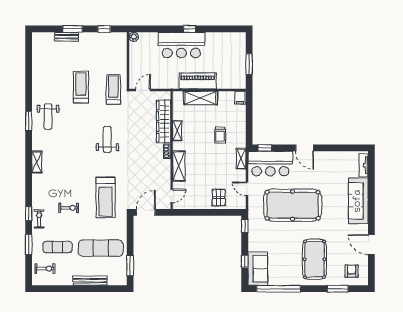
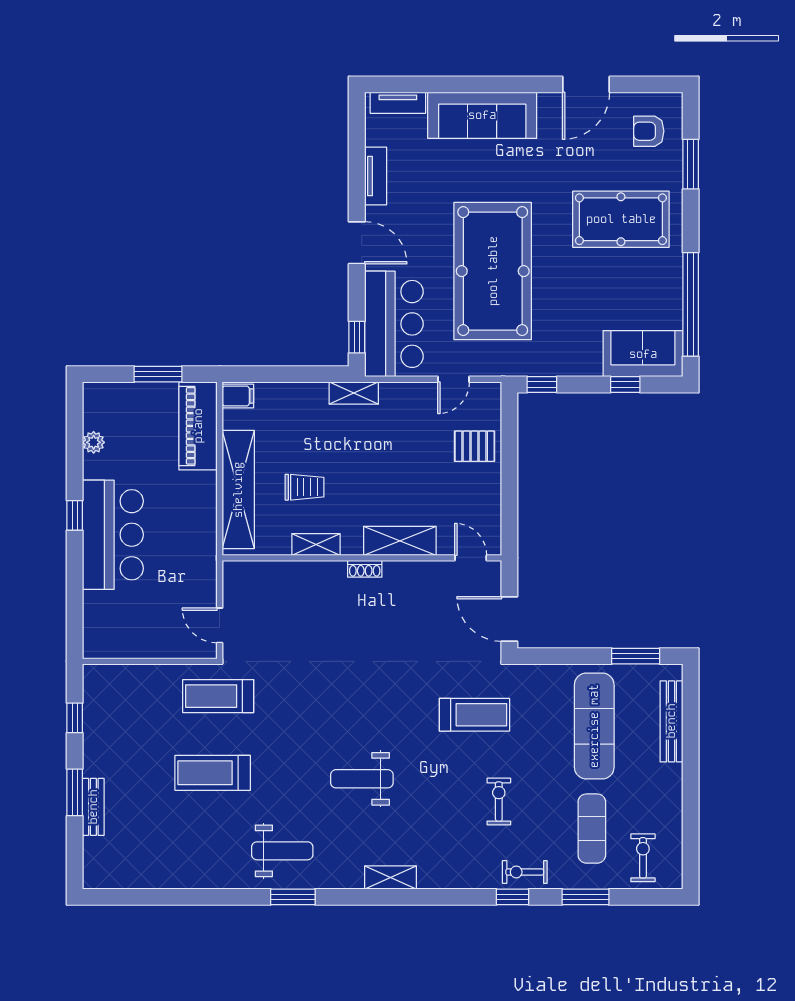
plant: (134, 37) -> (94, 442), moved
piano: (198, 81) -> (198, 426), moved
shelving: (200, 98) -> (238, 490), width x1.47
wardrobe: (164, 121) -> (294, 577), removed
trolley: (220, 135) -> (305, 487), moved
weight bench: (107, 139) -> (362, 779), moved
door: (305, 148) -> (357, 243), hinge flipped
tv unit: (333, 156) -> (376, 176), added
shelving: (241, 159) -> (354, 393), moved
treadmill: (105, 198) -> (474, 715), width x0.73, depth x0.73
bench: (90, 281) -> (671, 721), moved

